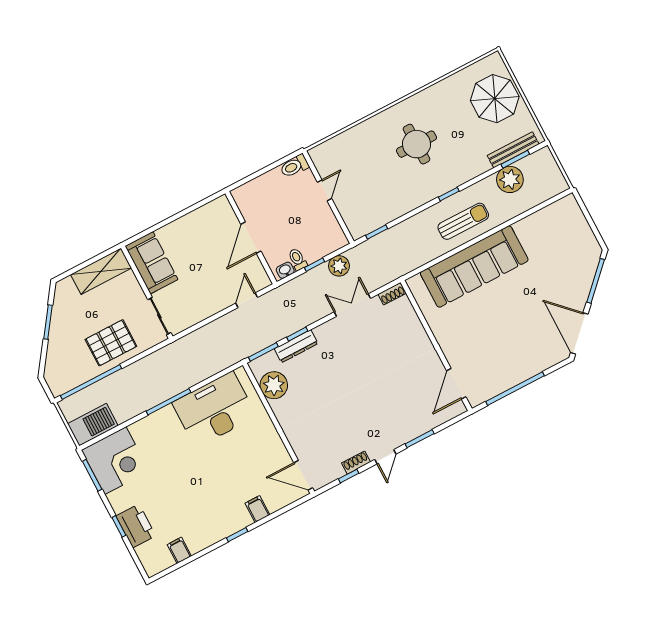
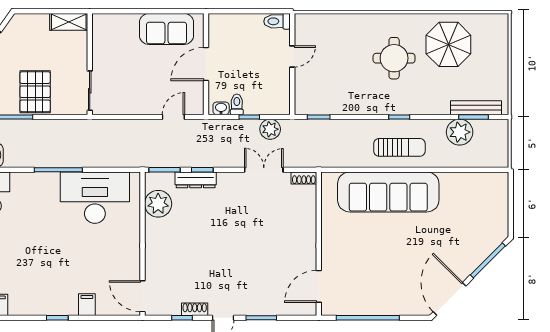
parasol: (495, 99) -> (448, 44), moved
sofa: (152, 263) -> (166, 29), moved, turned 90
shelving: (101, 271) -> (69, 22), width x0.67, depth x0.75
pallet: (111, 343) -> (35, 92), turned 90

